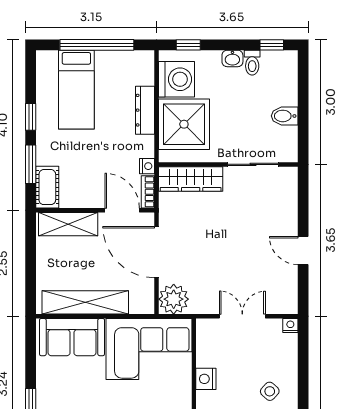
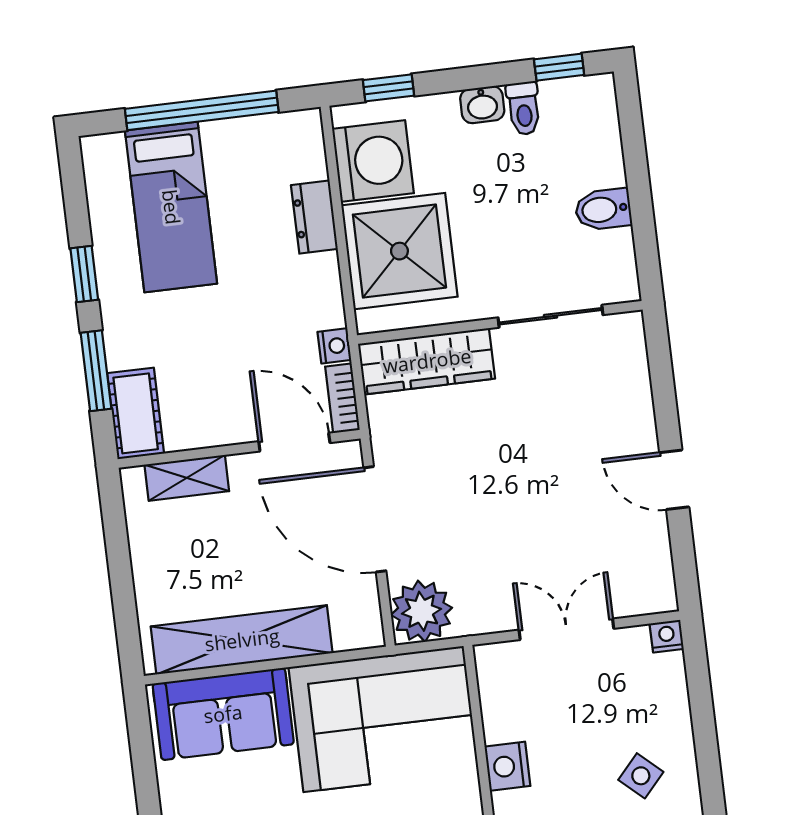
dresser: (145, 110) -> (314, 217), width x0.70
shelving: (68, 224) -> (187, 478), width x0.67, depth x0.75

